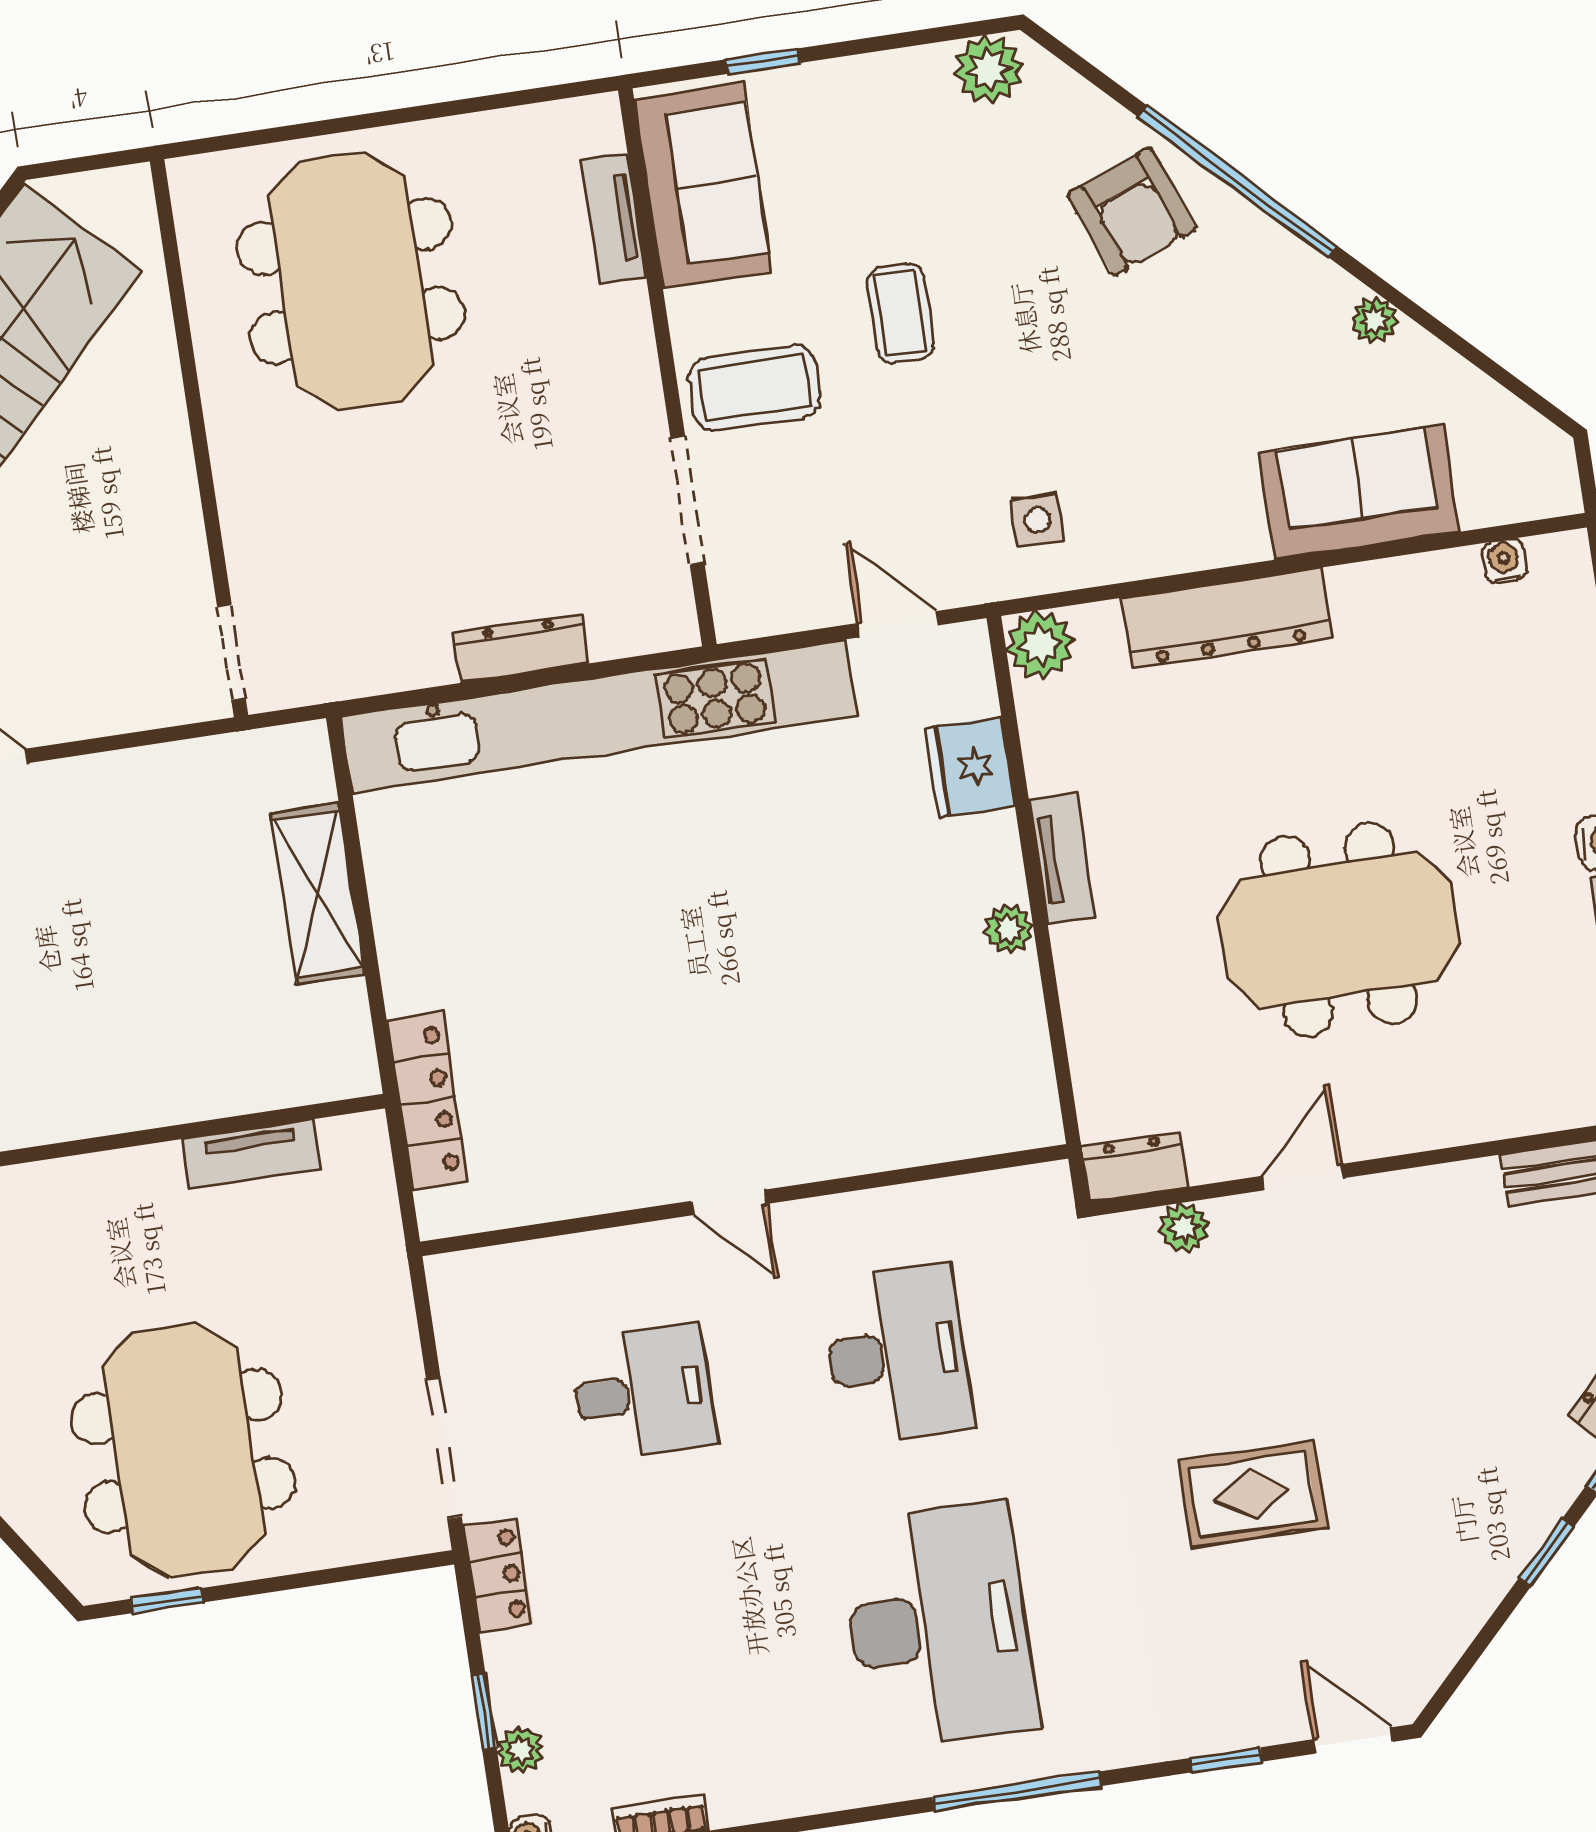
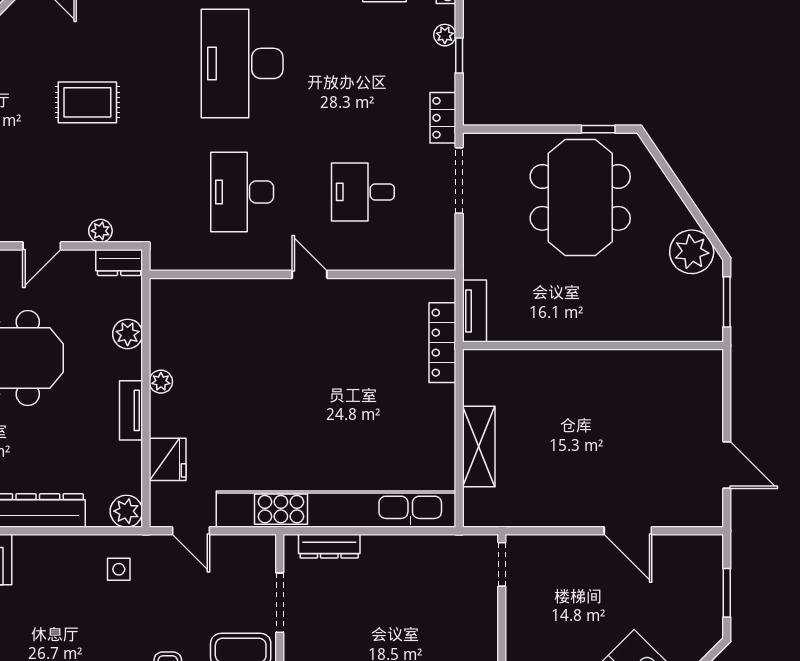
dresser: (521, 648) -> (329, 546), moved
plant: (1094, 1019) -> (128, 334), added
tv unit: (252, 1154) -> (474, 311), moved, turned 90

